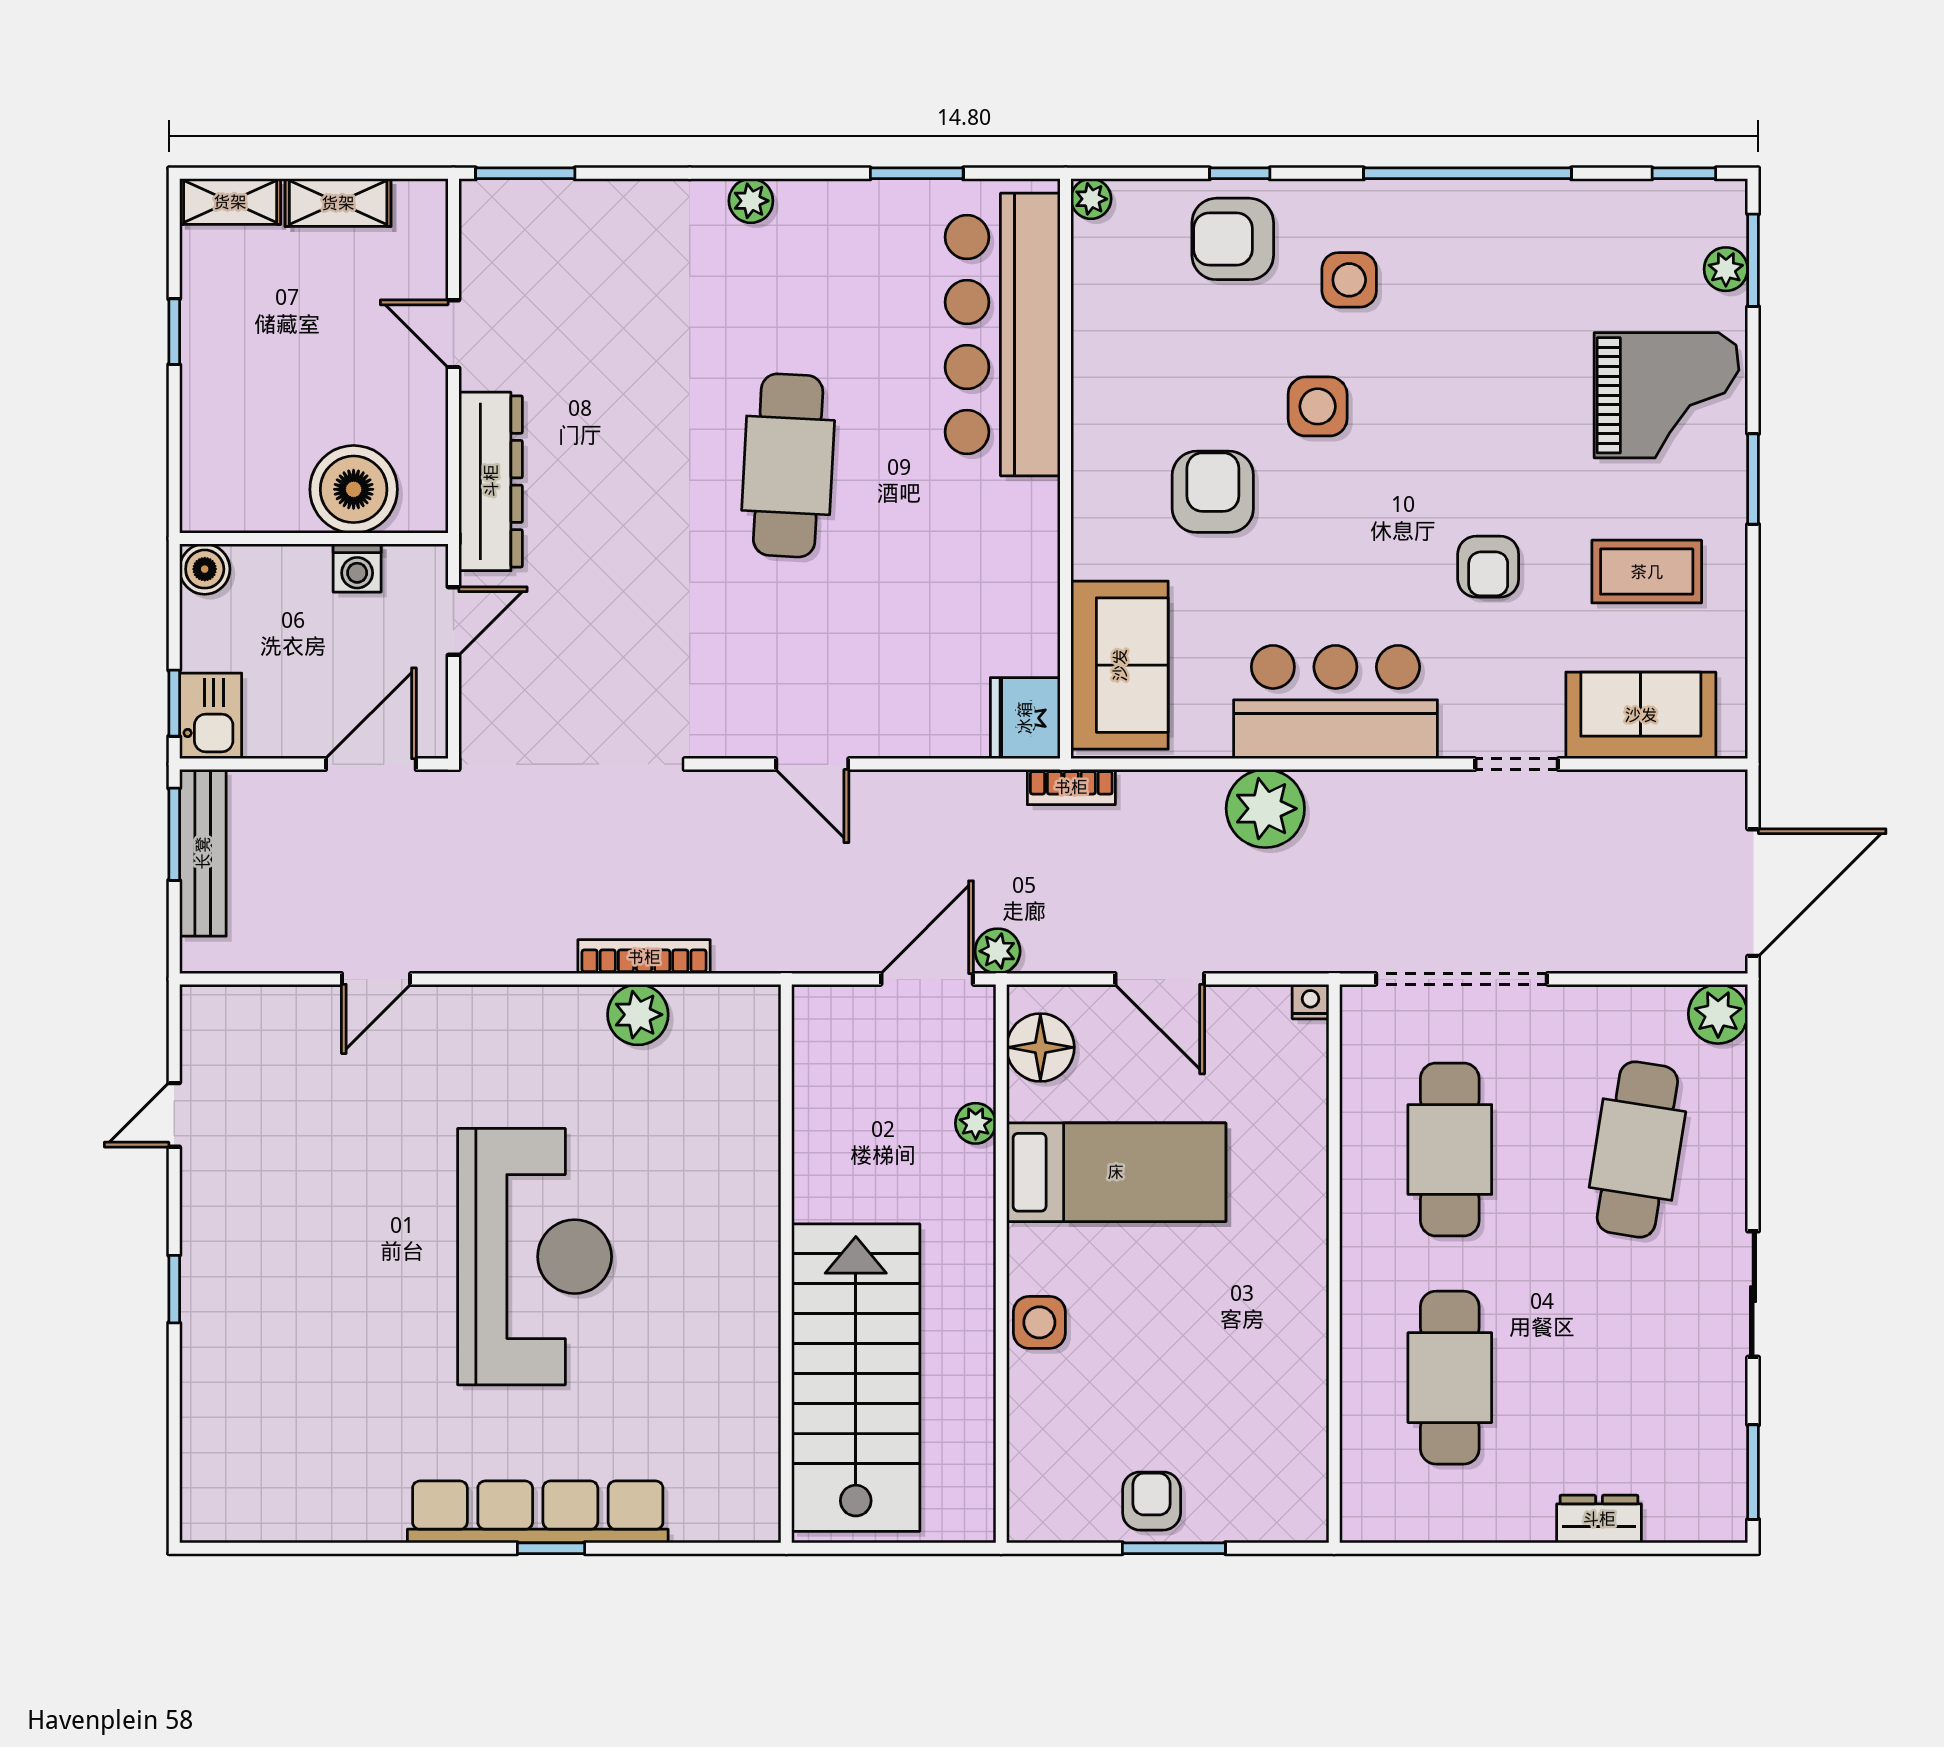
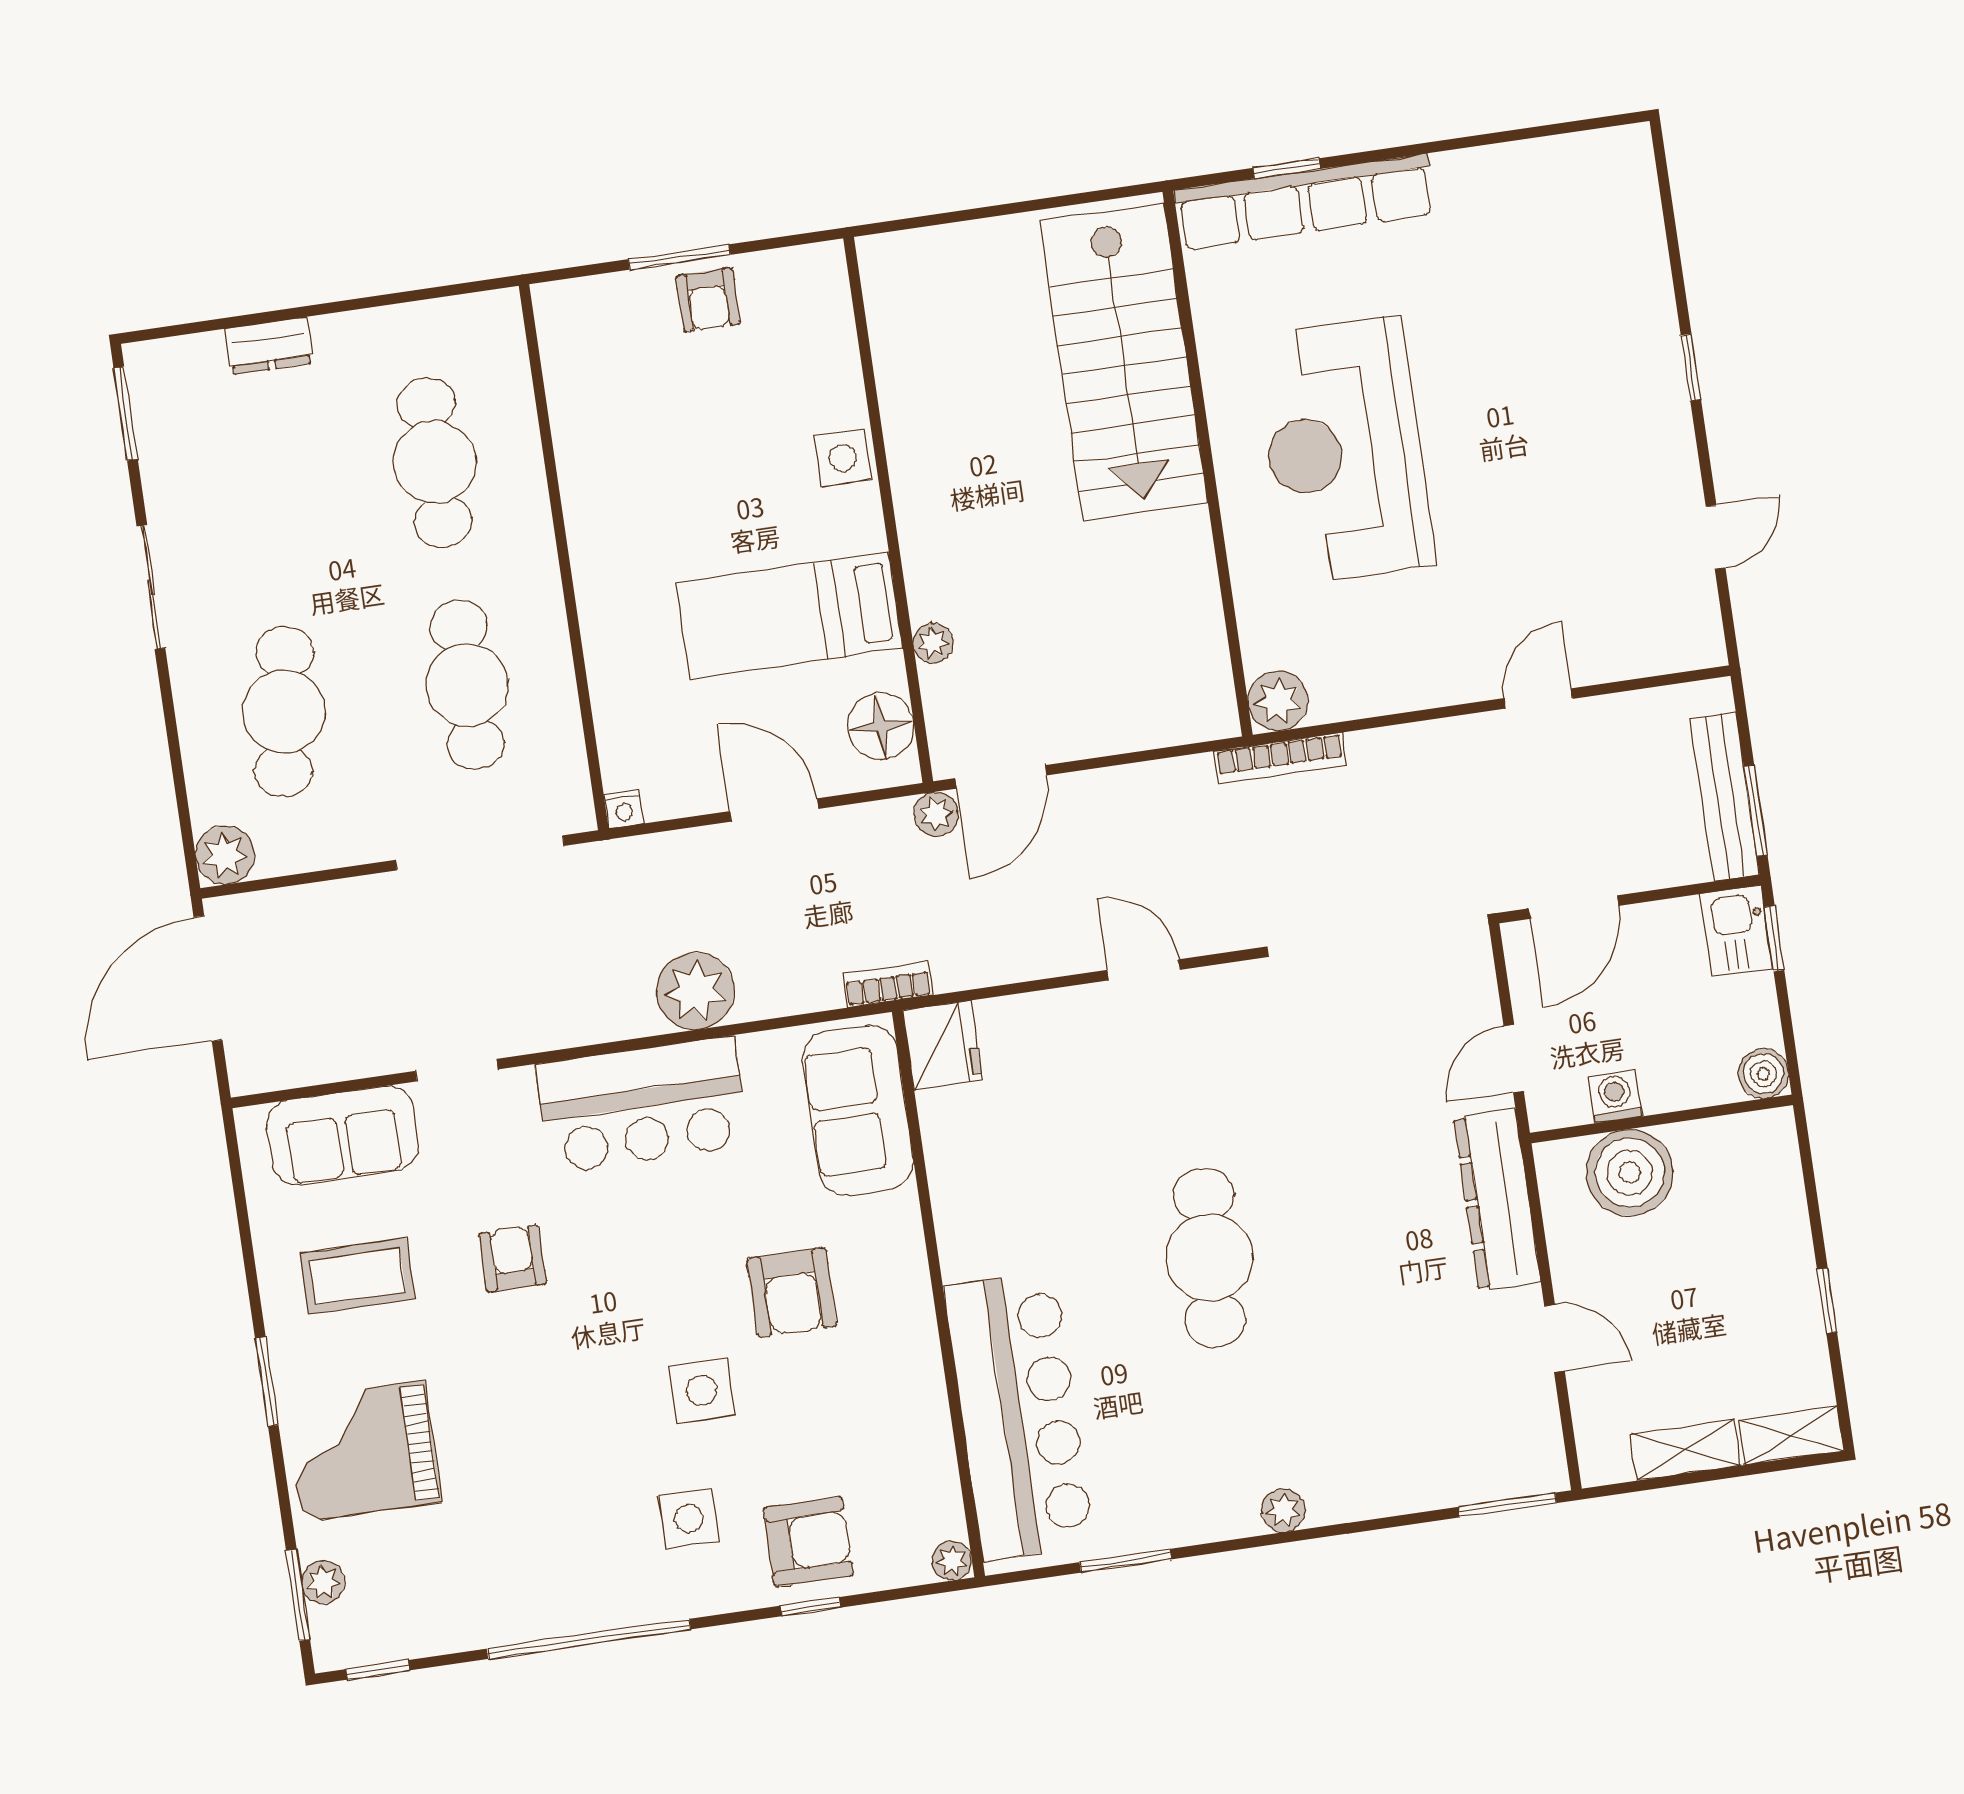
wall: (786, 1264) -> (1208, 463), moved
stairs: (856, 1378) -> (1124, 362), moved

